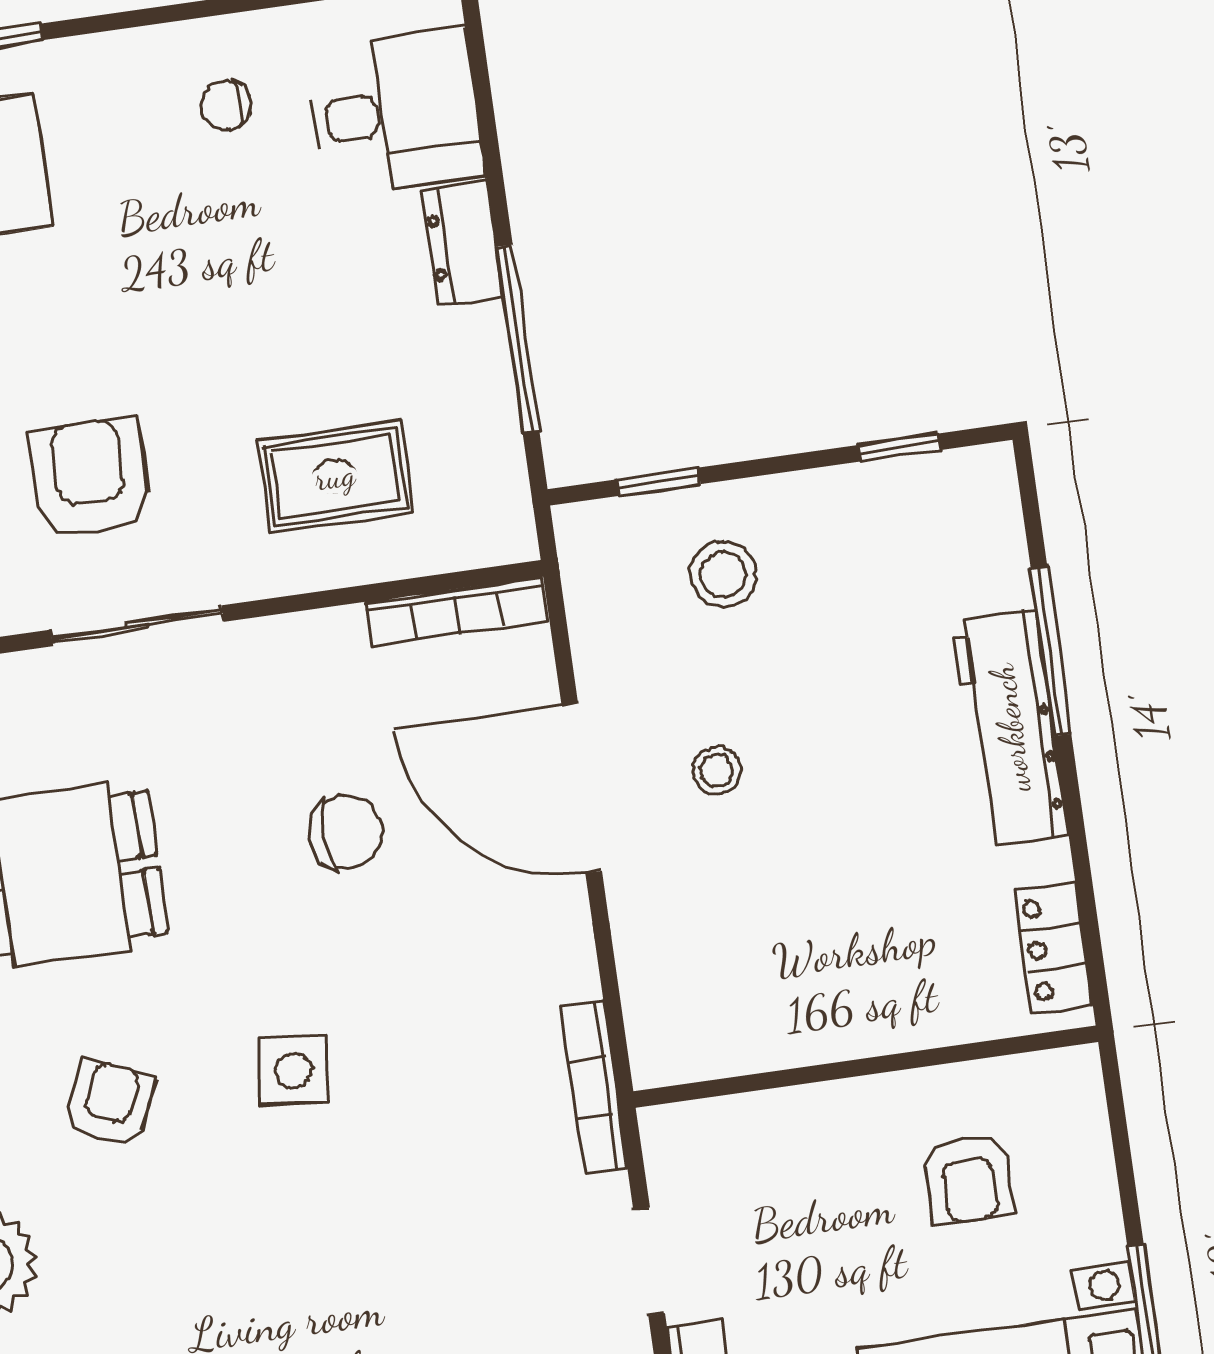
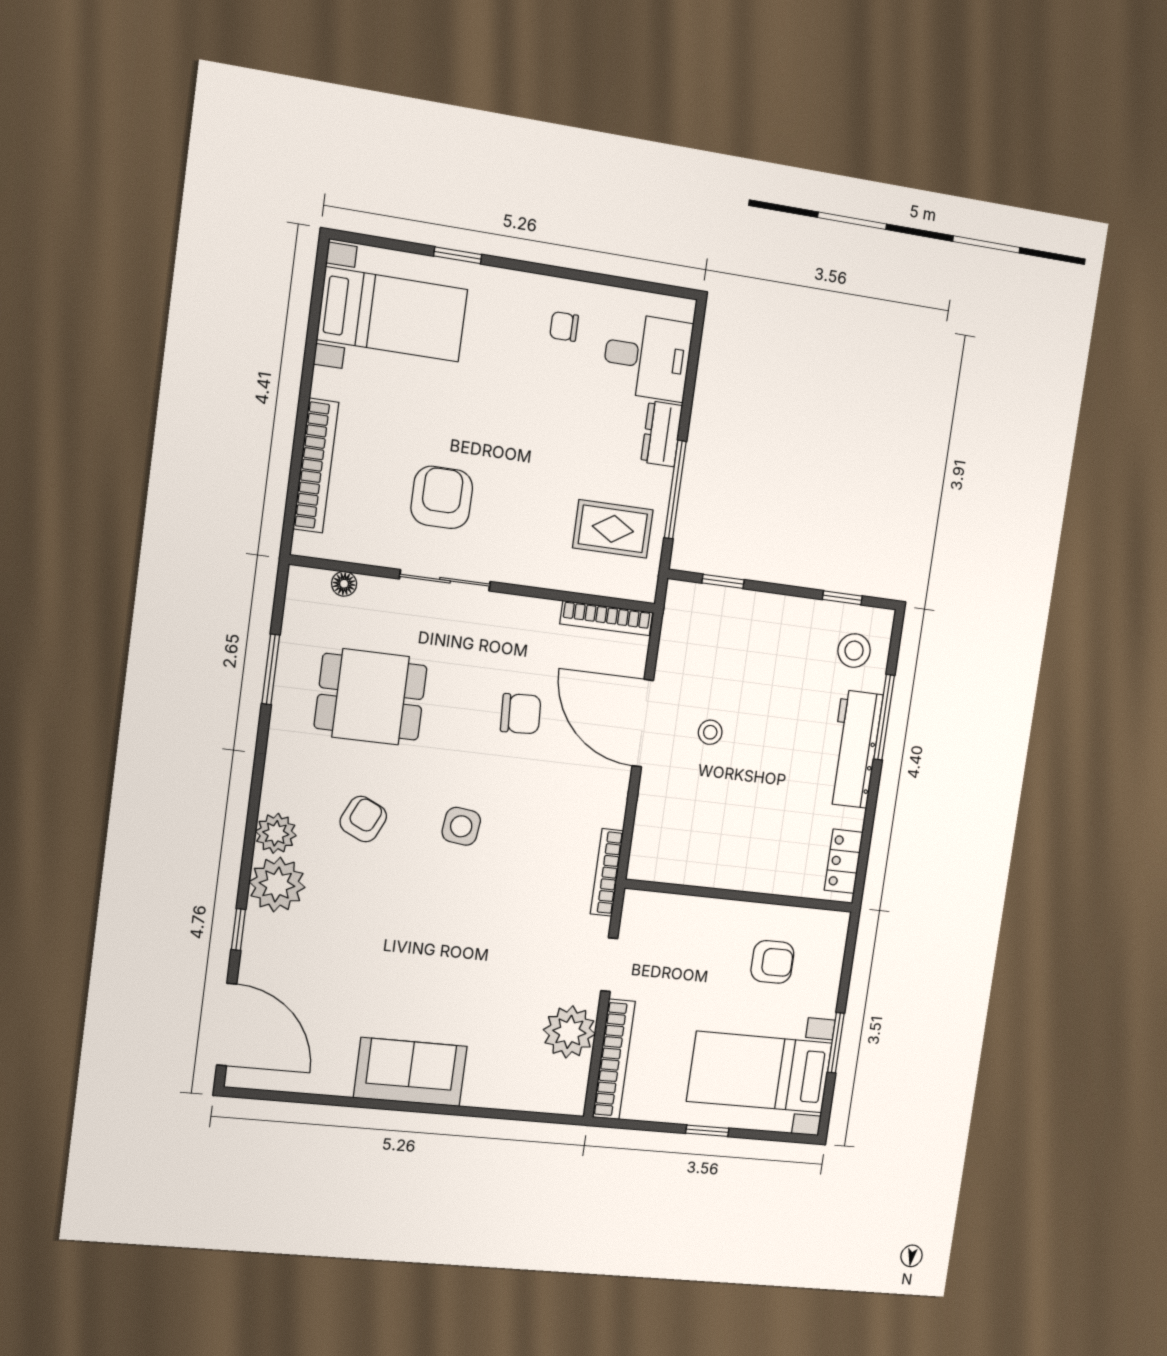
rug: (335, 476) -> (613, 529), moved
stool: (723, 574) -> (854, 651), moved
armchair: (969, 1178) -> (772, 962), turned -90

